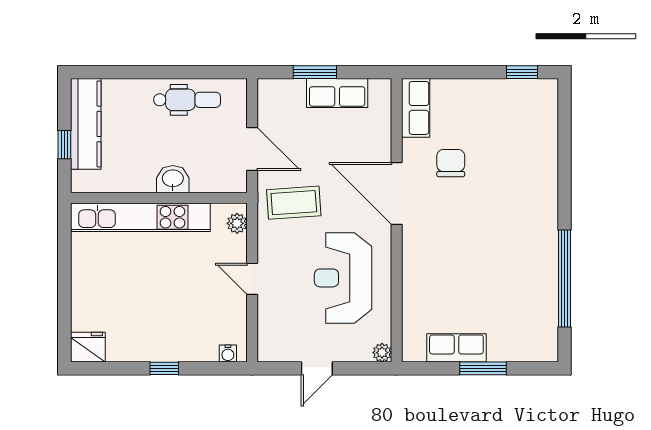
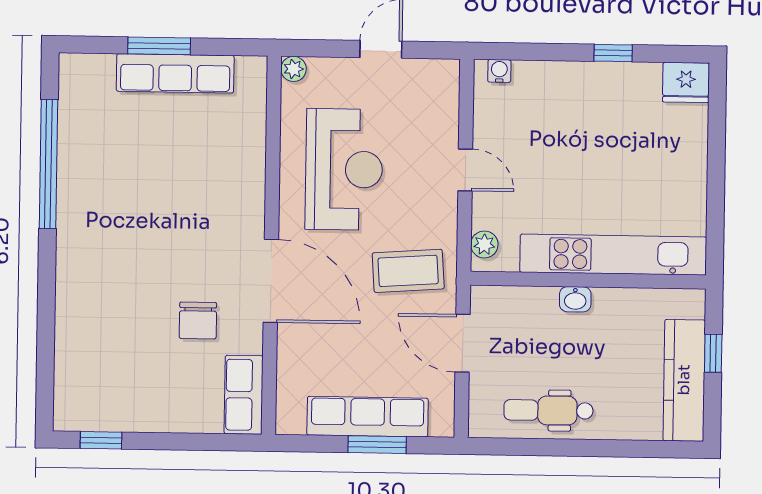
row of seats: (337, 93) -> (368, 417), width x1.48
washbasin: (173, 179) -> (575, 299), width x0.72, depth x0.69
row of seats: (456, 348) -> (175, 73), width x1.48
window: (164, 368) -> (613, 53), moved

